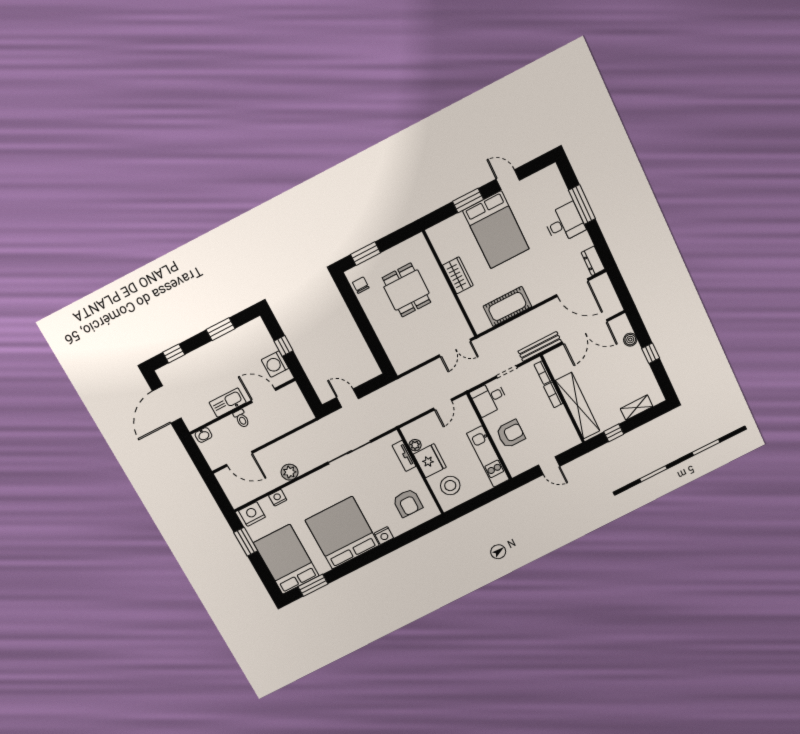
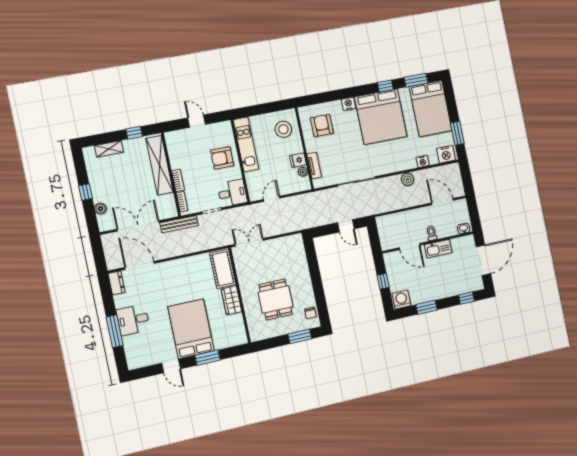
cot: (507, 306) -> (223, 269), moved, turned 90
washing machine: (275, 364) -> (401, 299), moved, turned -90
fridge: (430, 461) -> (298, 160), width x0.53, depth x0.75
window: (347, 568) -> (385, 86), added

